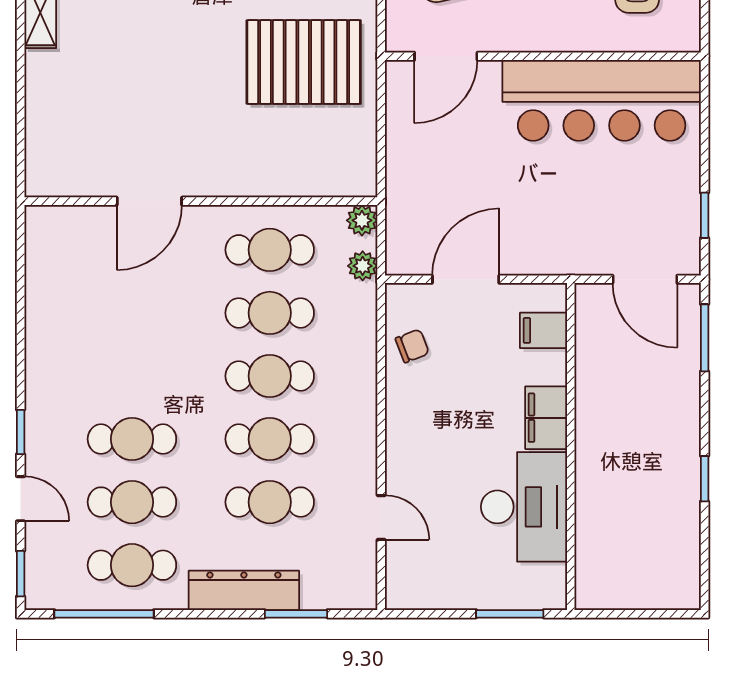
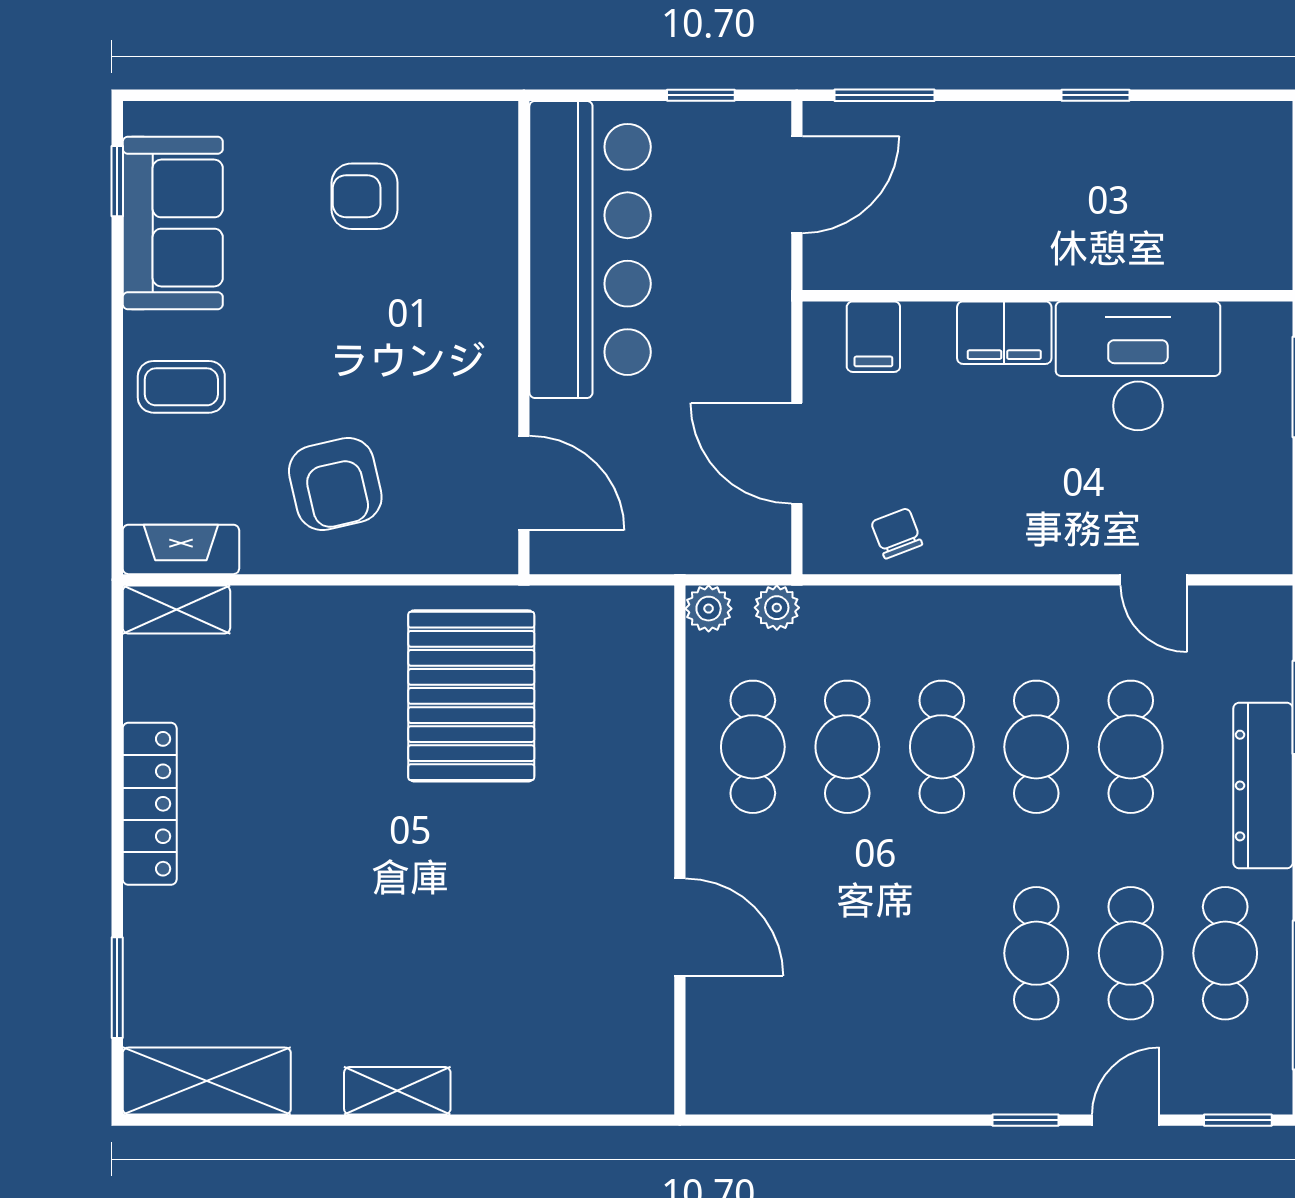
door: (446, 56) -> (524, 483), moved
wall: (543, 56) -> (524, 338), moved
bar counter: (602, 100) -> (590, 249), moved
door: (381, 517) -> (1154, 580), swing flipped

